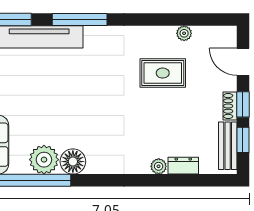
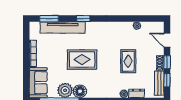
window: (80, 20) -> (83, 19), width x0.46
rug: (163, 73) -> (128, 61), moved, turned 90
rug: (77, 99) -> (82, 60), added

